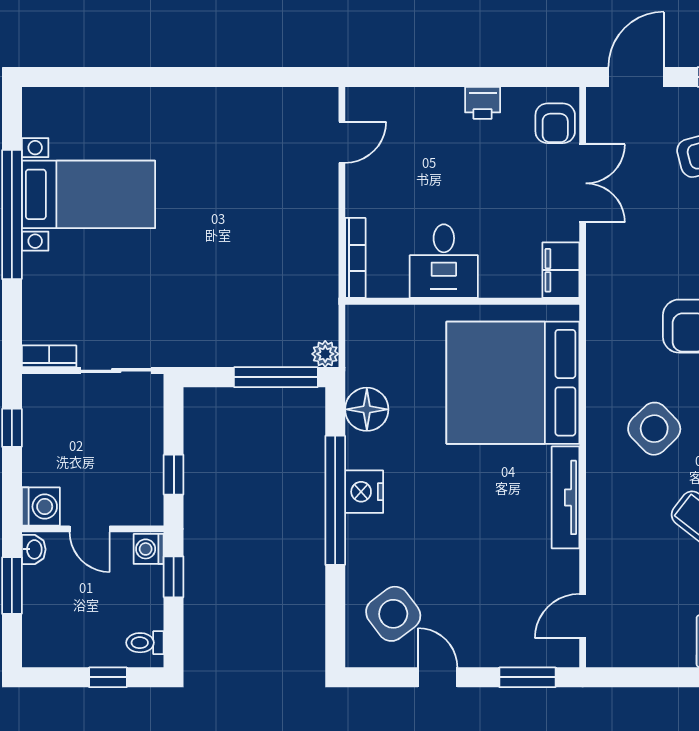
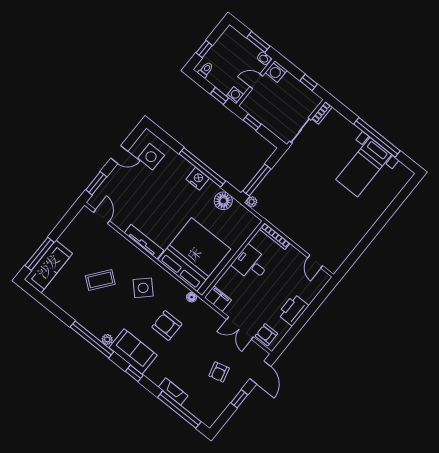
printer: (483, 103) -> (293, 310), width x1.87, depth x1.48
floor lamp: (598, 322) -> (192, 297), added
side table: (393, 614) -> (151, 157), turned 37

